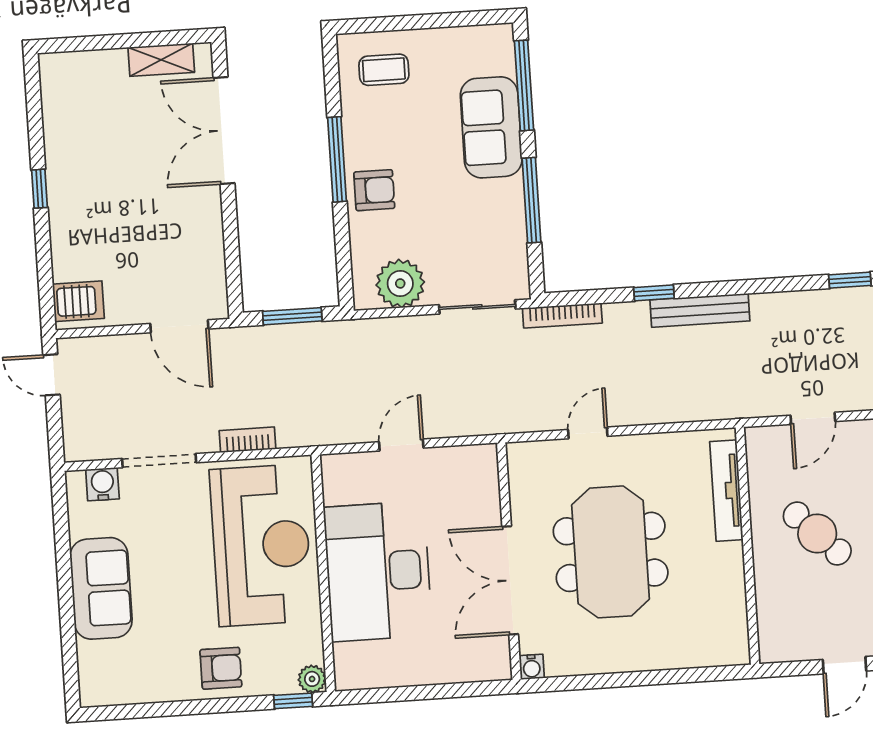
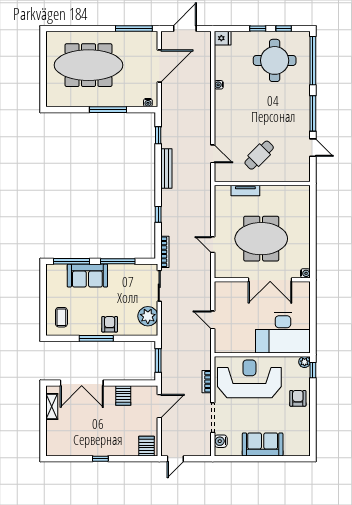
server rack: (200, 235) -> (123, 396), added
bench: (700, 310) -> (166, 169), moved
tv unit: (726, 491) -> (245, 190), width x0.71
desk: (378, 571) -> (283, 333), moved

